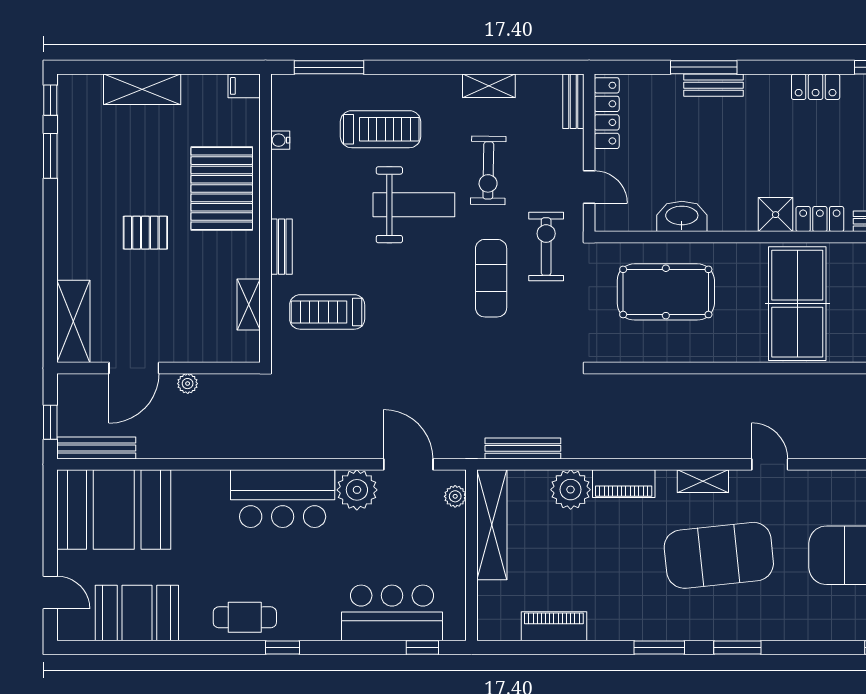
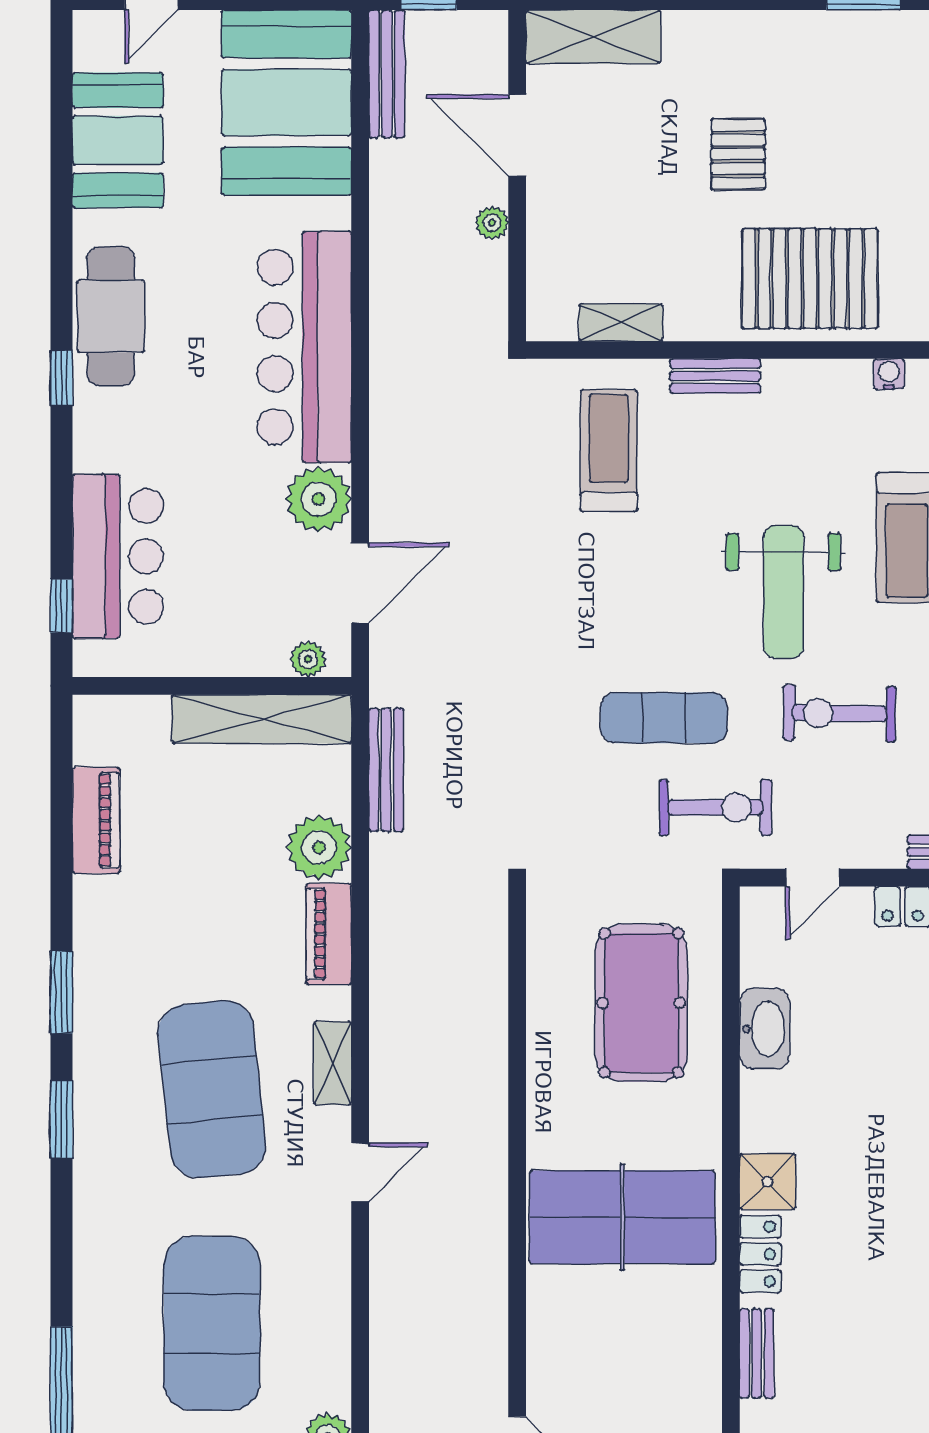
bar counter: (283, 499) -> (304, 347), width x1.36
cafe table: (245, 617) -> (111, 316), width x1.37, depth x1.35

